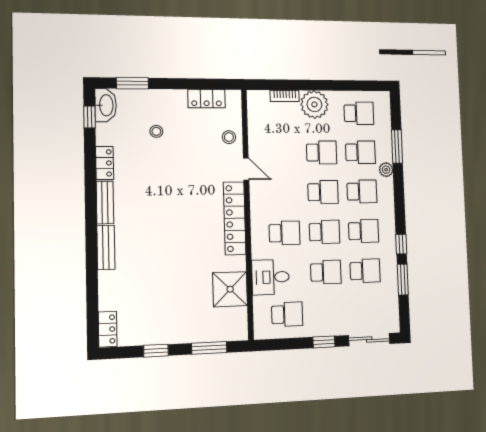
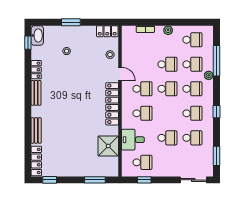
window: (132, 83) -> (71, 22), moved
locker: (206, 99) -> (107, 31), moved
plant: (314, 104) -> (168, 30), width x0.53, depth x0.53
window: (397, 146) -> (217, 61), width x1.44
school desk: (324, 232) -> (142, 89), moved
window: (401, 244) -> (217, 112), moved
bench: (106, 247) -> (36, 130), moved
window: (403, 279) -> (217, 156), moved
locker: (108, 329) -> (36, 161), width x1.53
window: (324, 342) -> (144, 180), moved
window: (156, 351) -> (50, 180), moved

